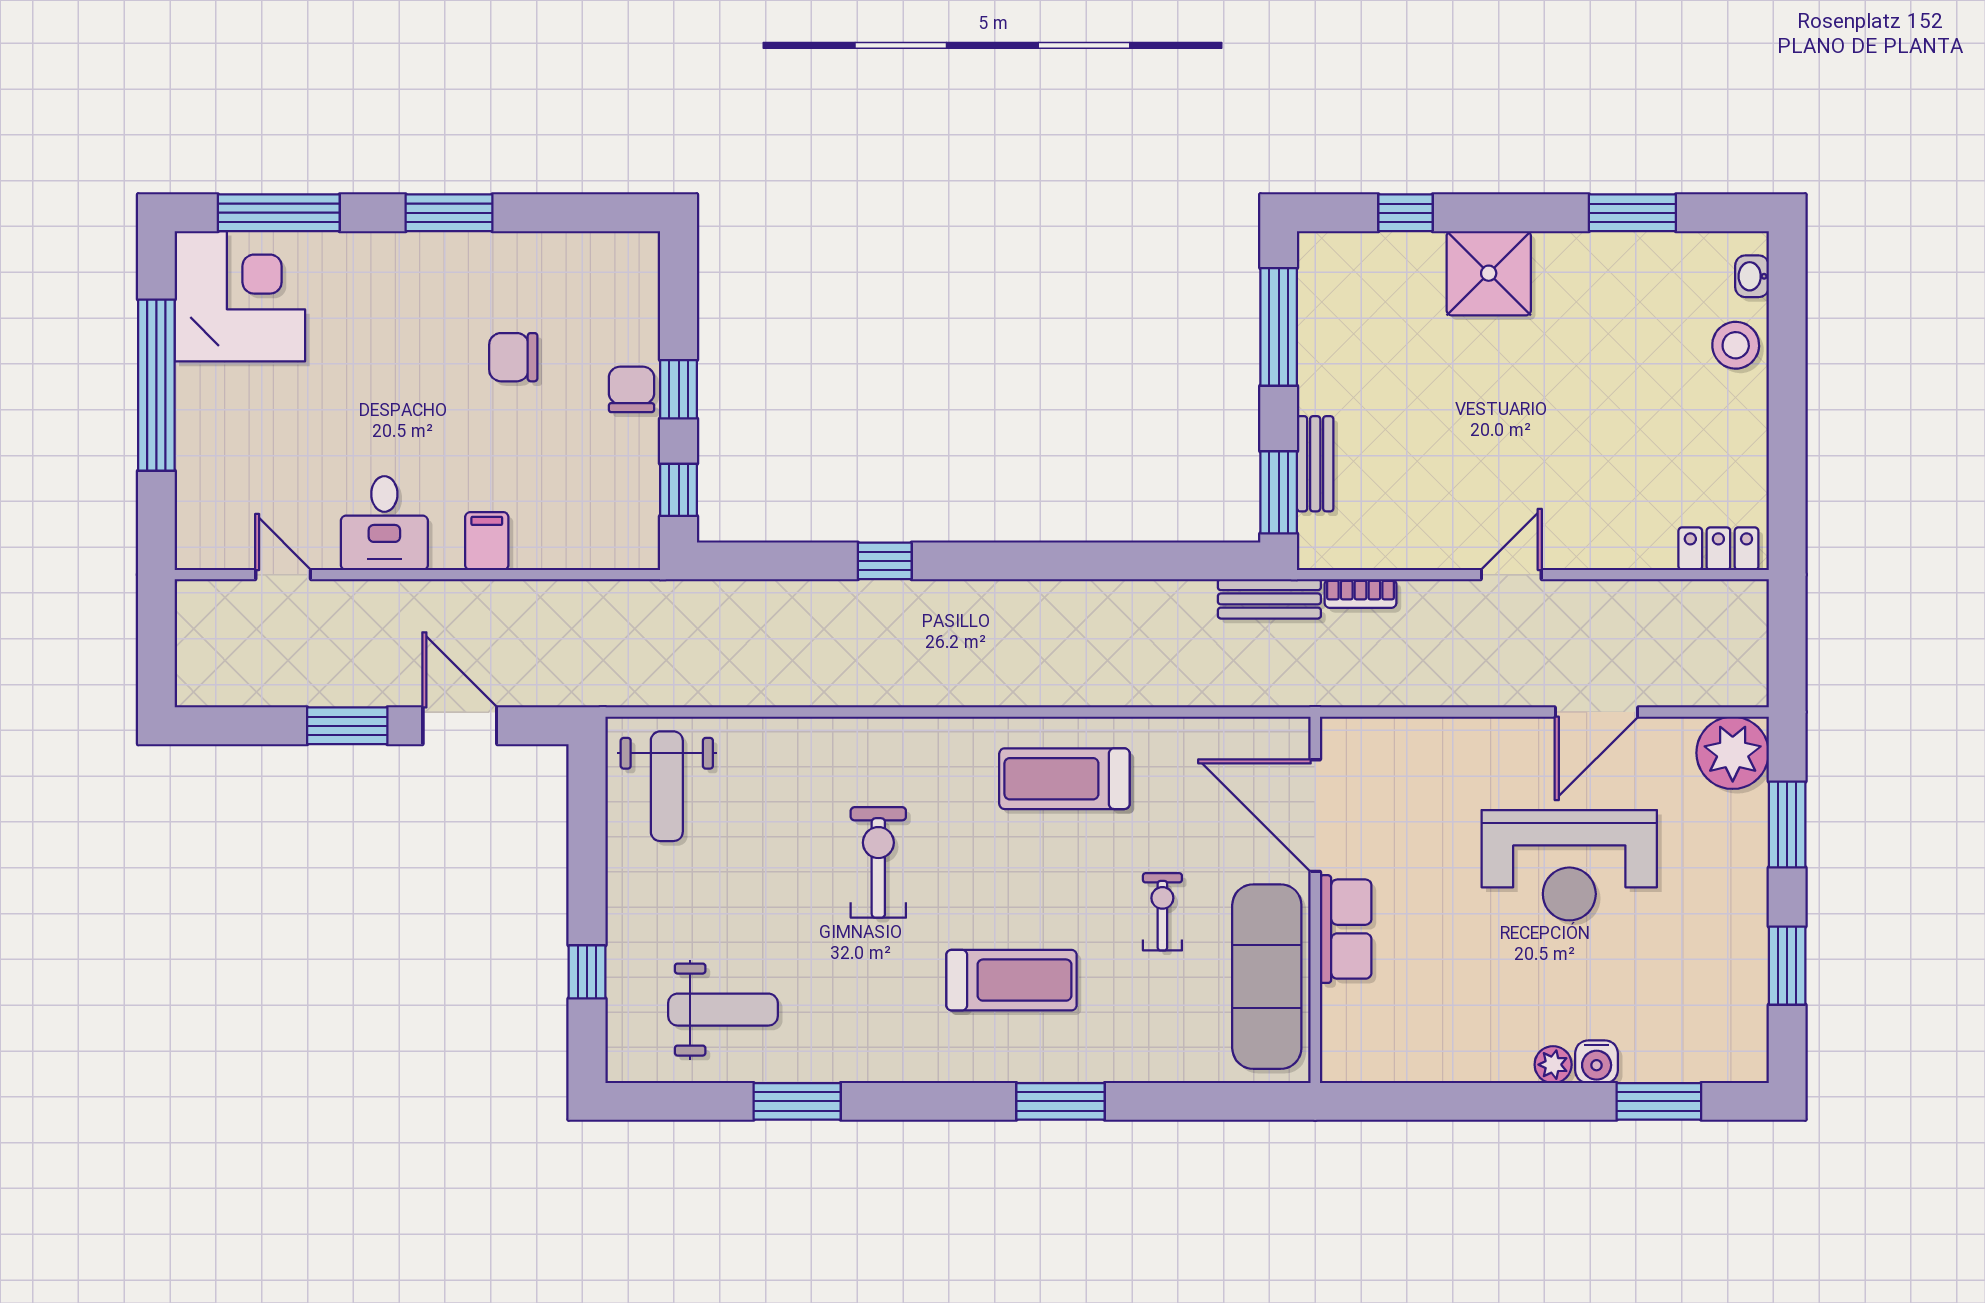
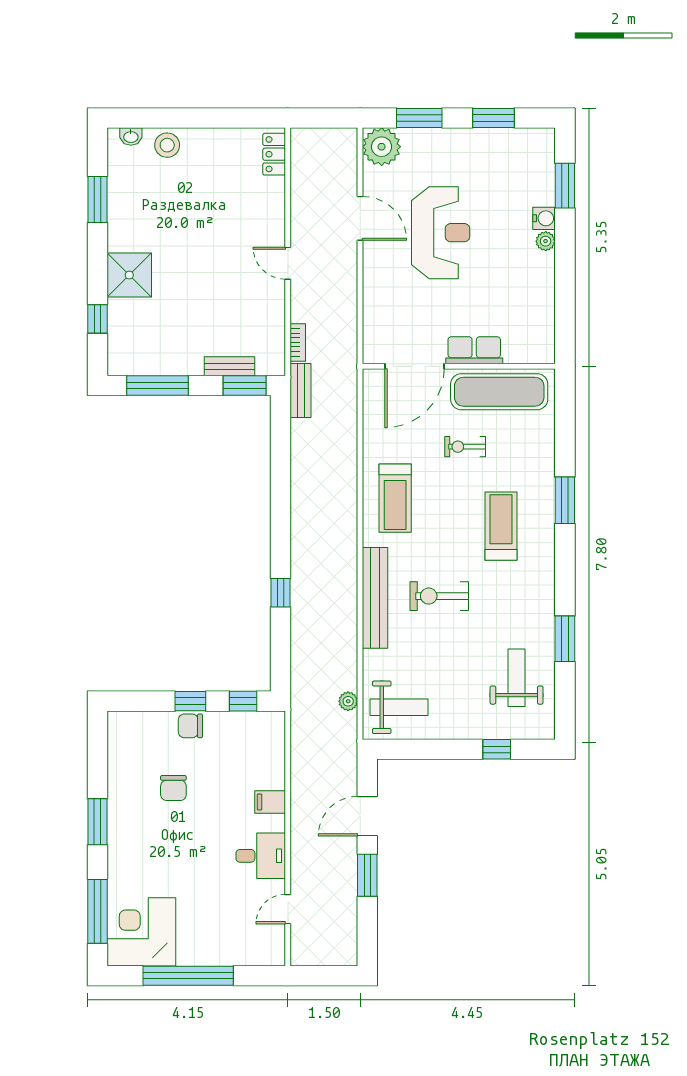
plant: (678, 689) -> (348, 701), added
bench: (875, 740) -> (375, 598), added

